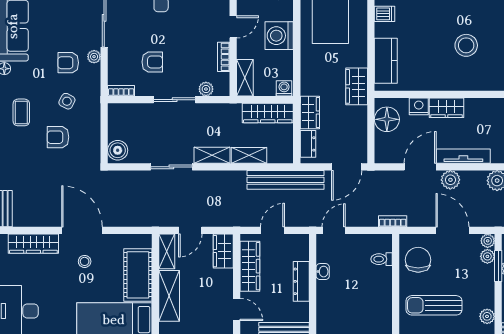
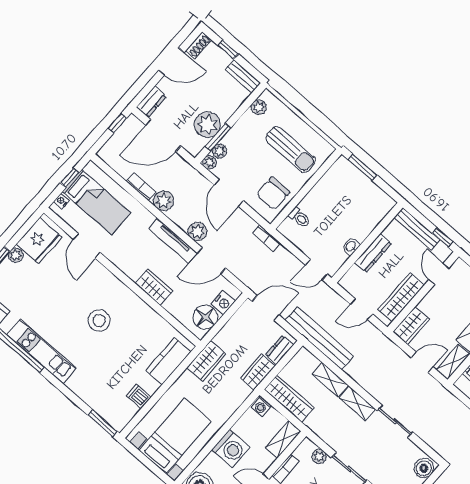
nightstand: (419, 106) -> (223, 303), moved, turned -90

